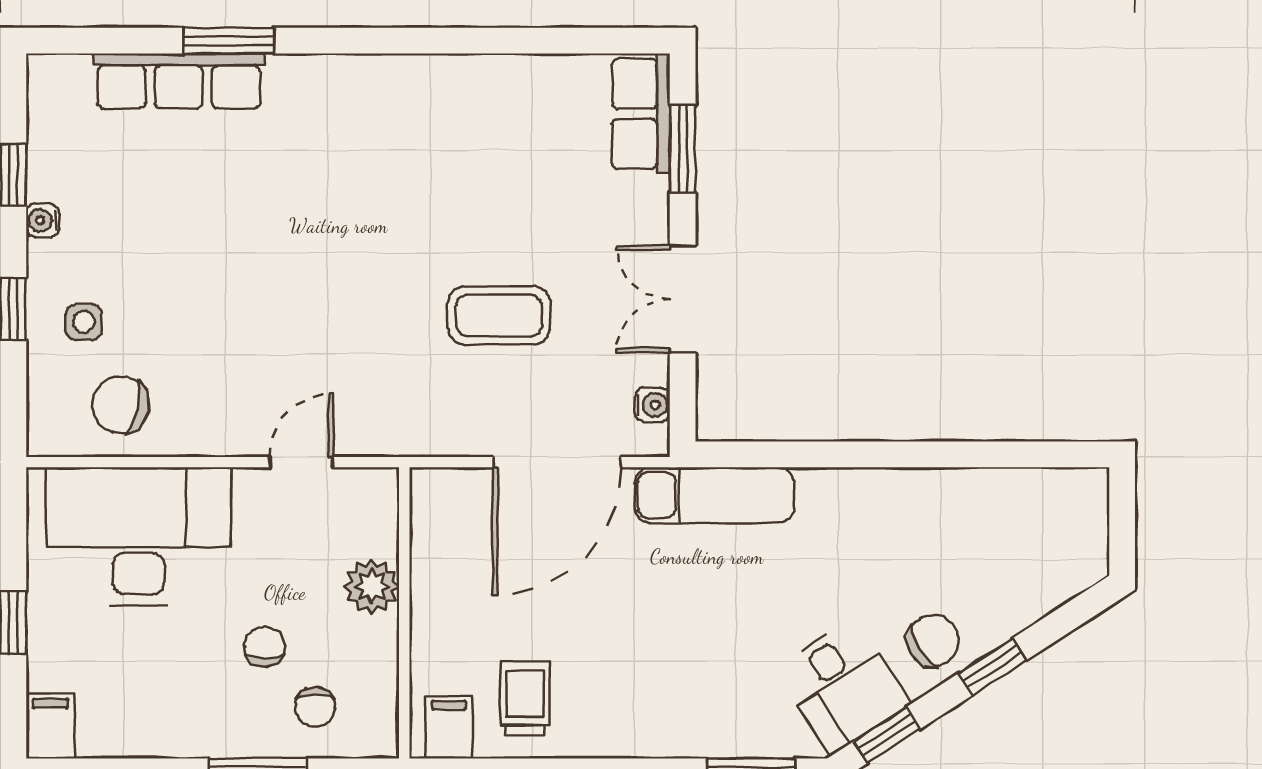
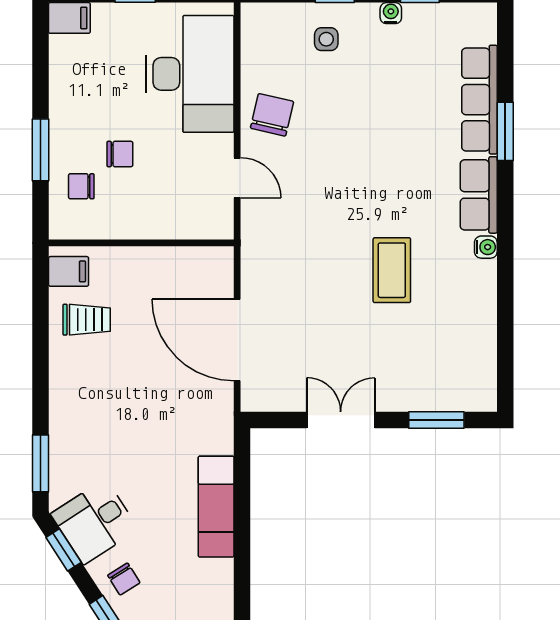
row of seats: (641, 114) -> (479, 195), moved, turned -90
coffee table: (499, 315) -> (392, 270), moved
chair: (121, 405) -> (272, 115), moved
water cooler: (652, 405) -> (486, 247), moved, turned -90
exam couch: (714, 495) -> (216, 507), moved
plant: (372, 586) -> (158, 222), removed
chair: (933, 640) -> (124, 579), width x0.73, depth x0.73

